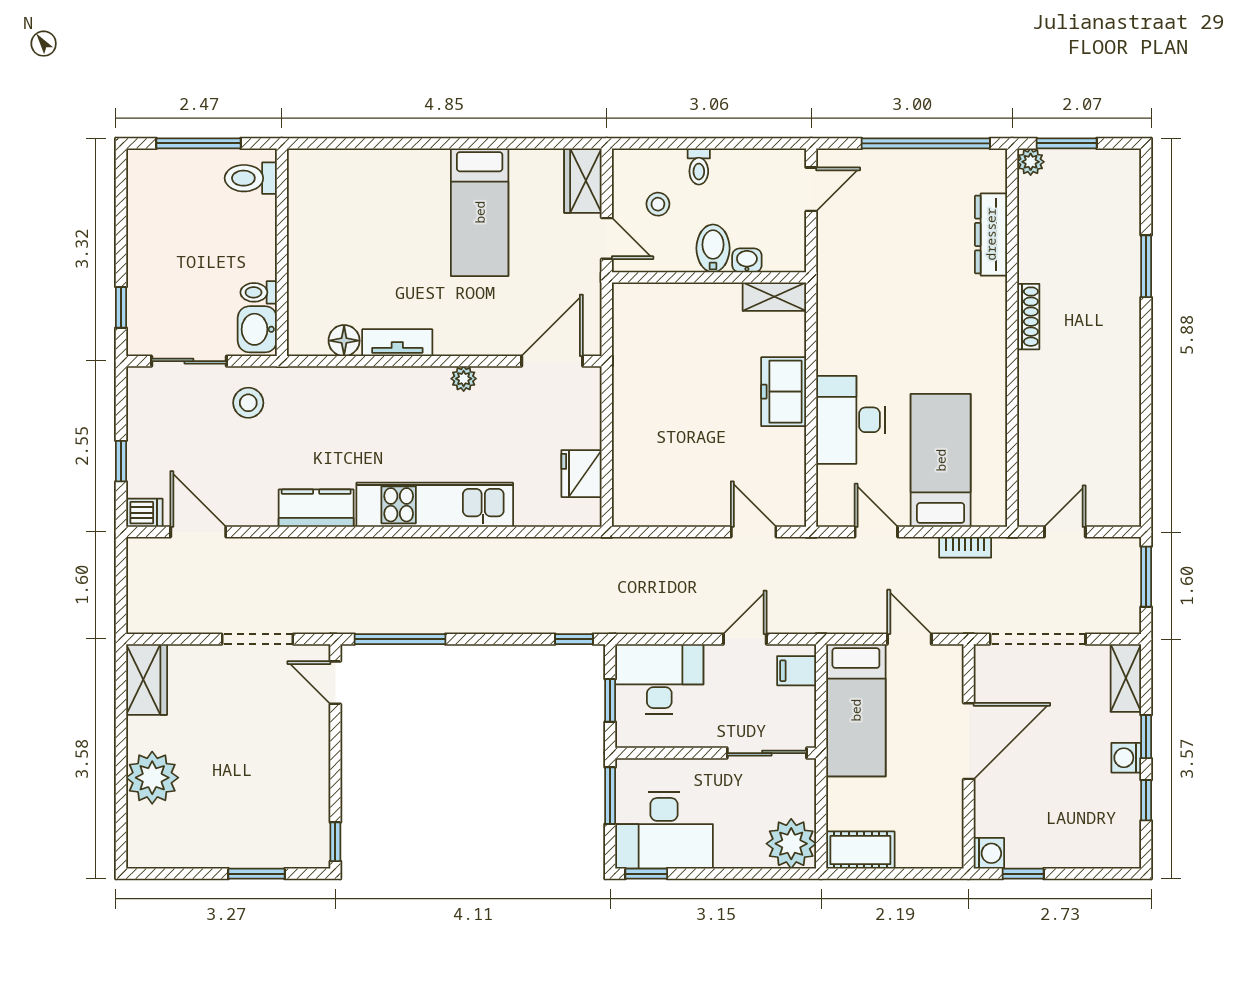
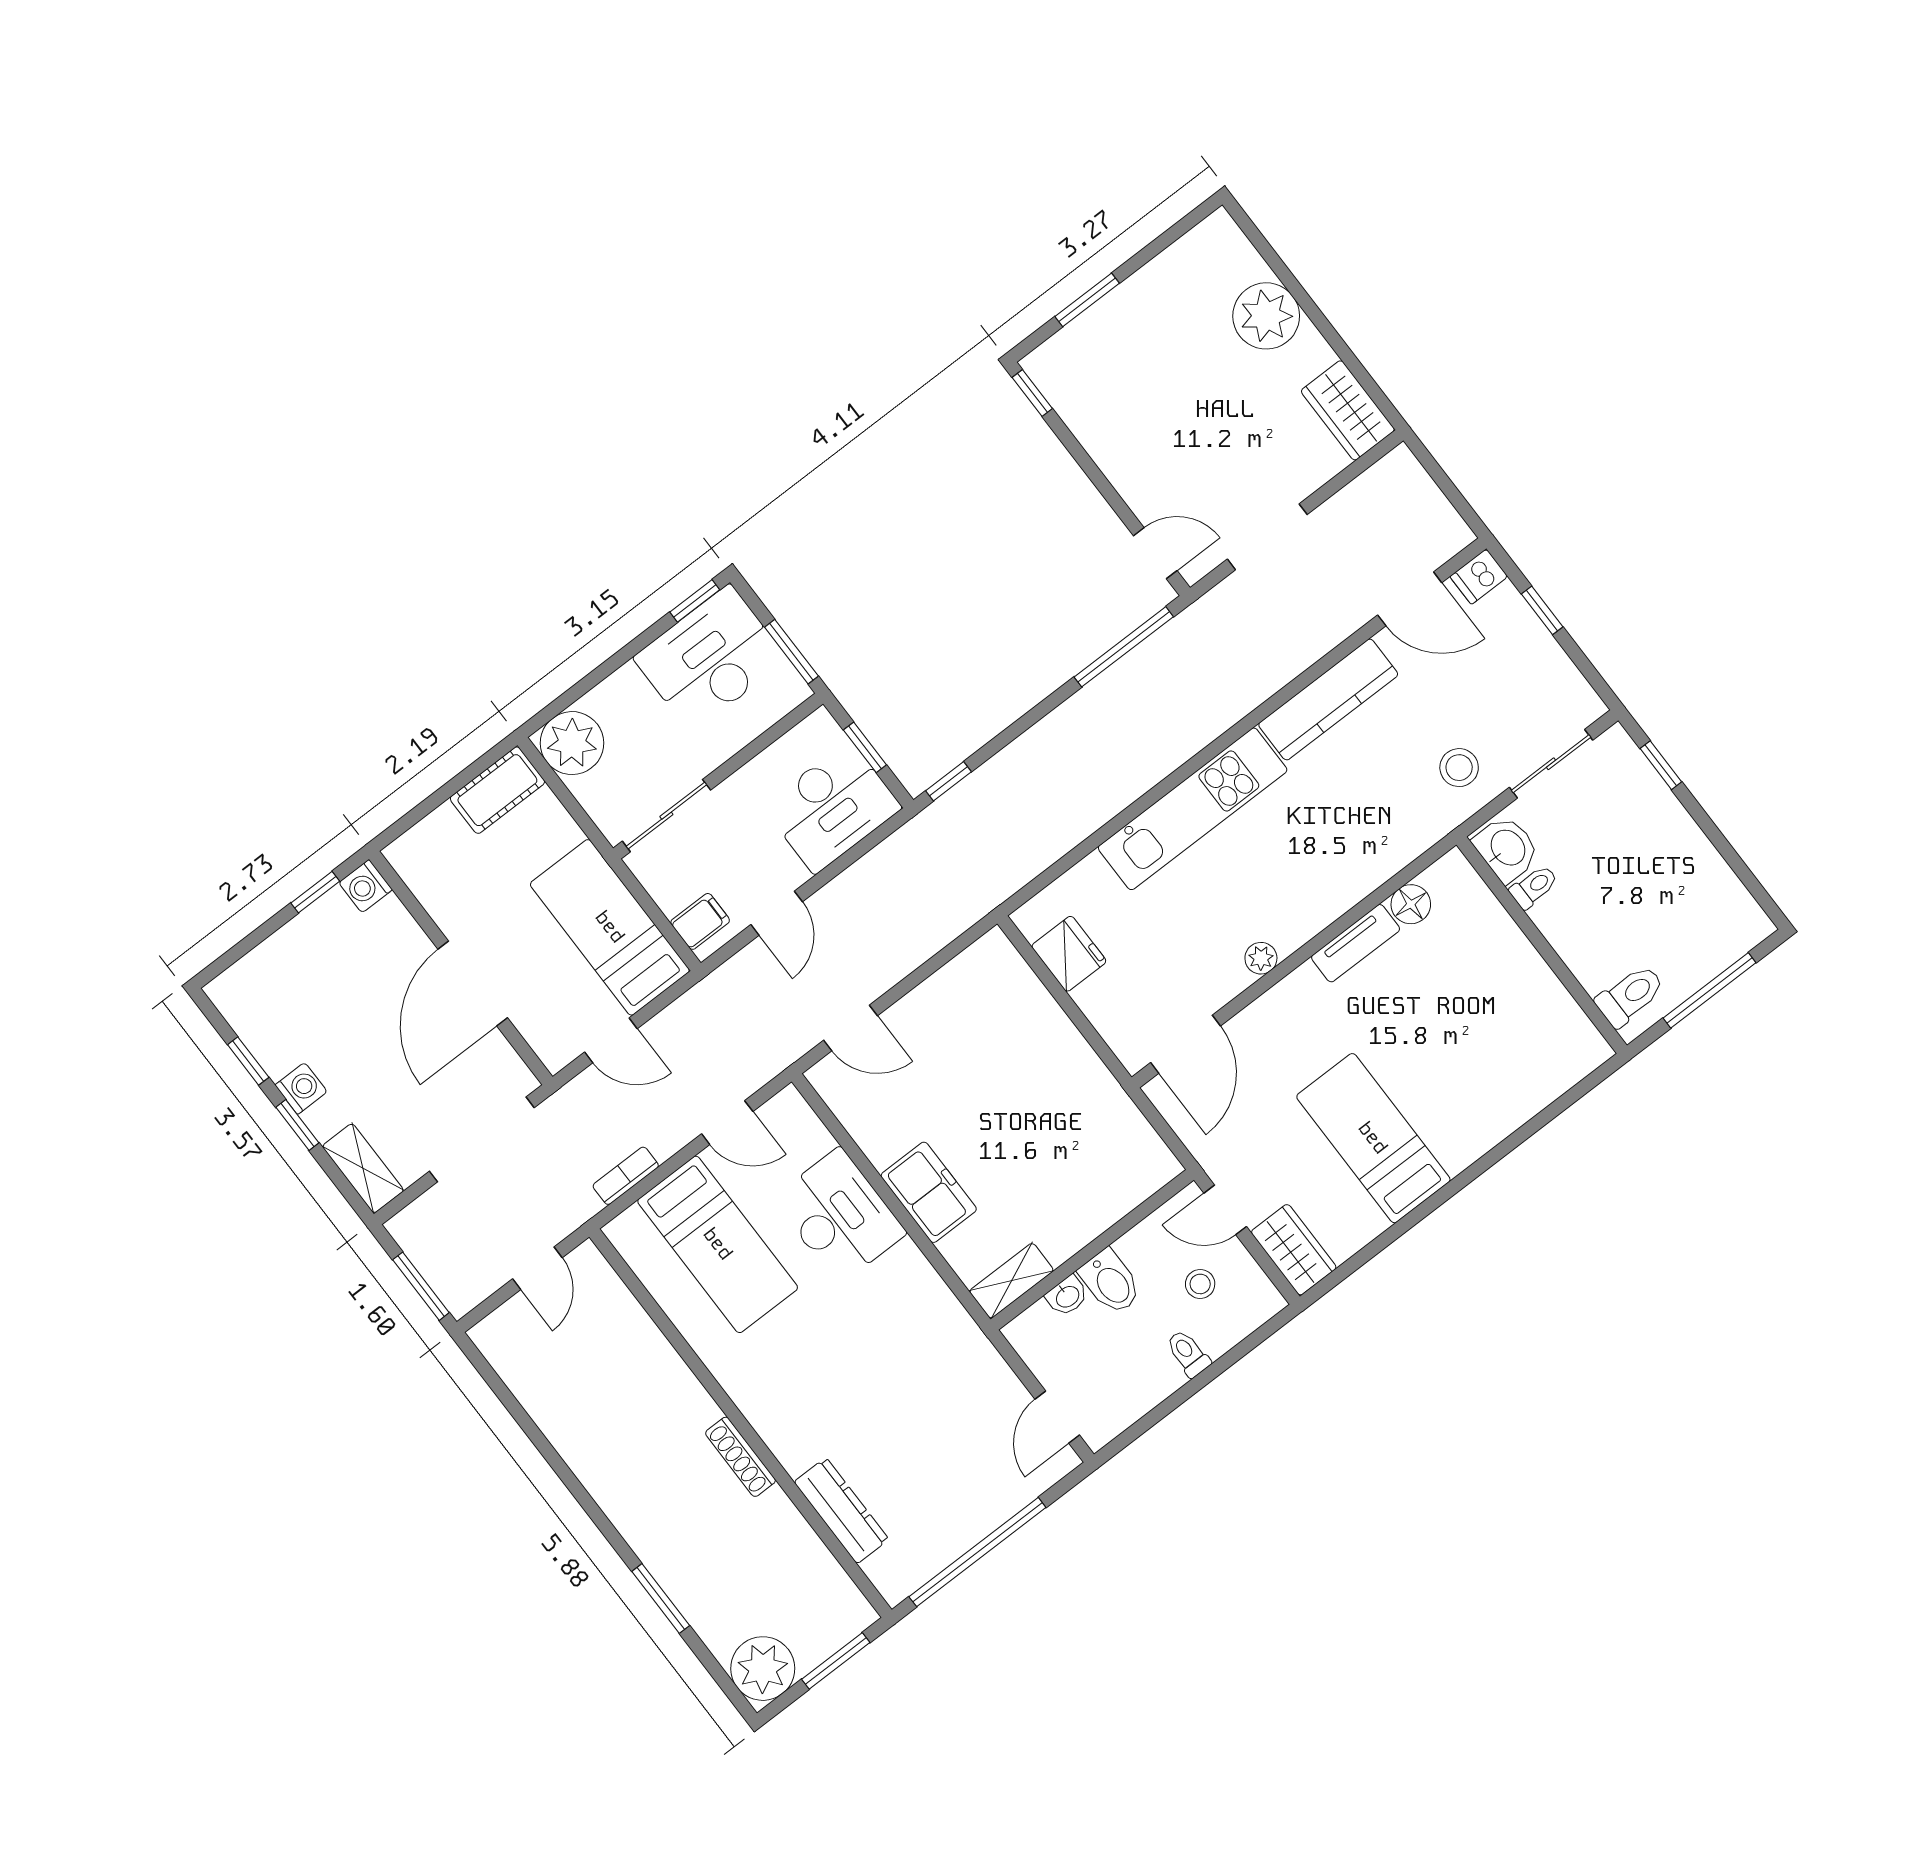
plant: (1031, 162) -> (763, 1669), moved, width x1.87, depth x1.87
kitchen counter: (316, 508) -> (1328, 699), width x1.50

